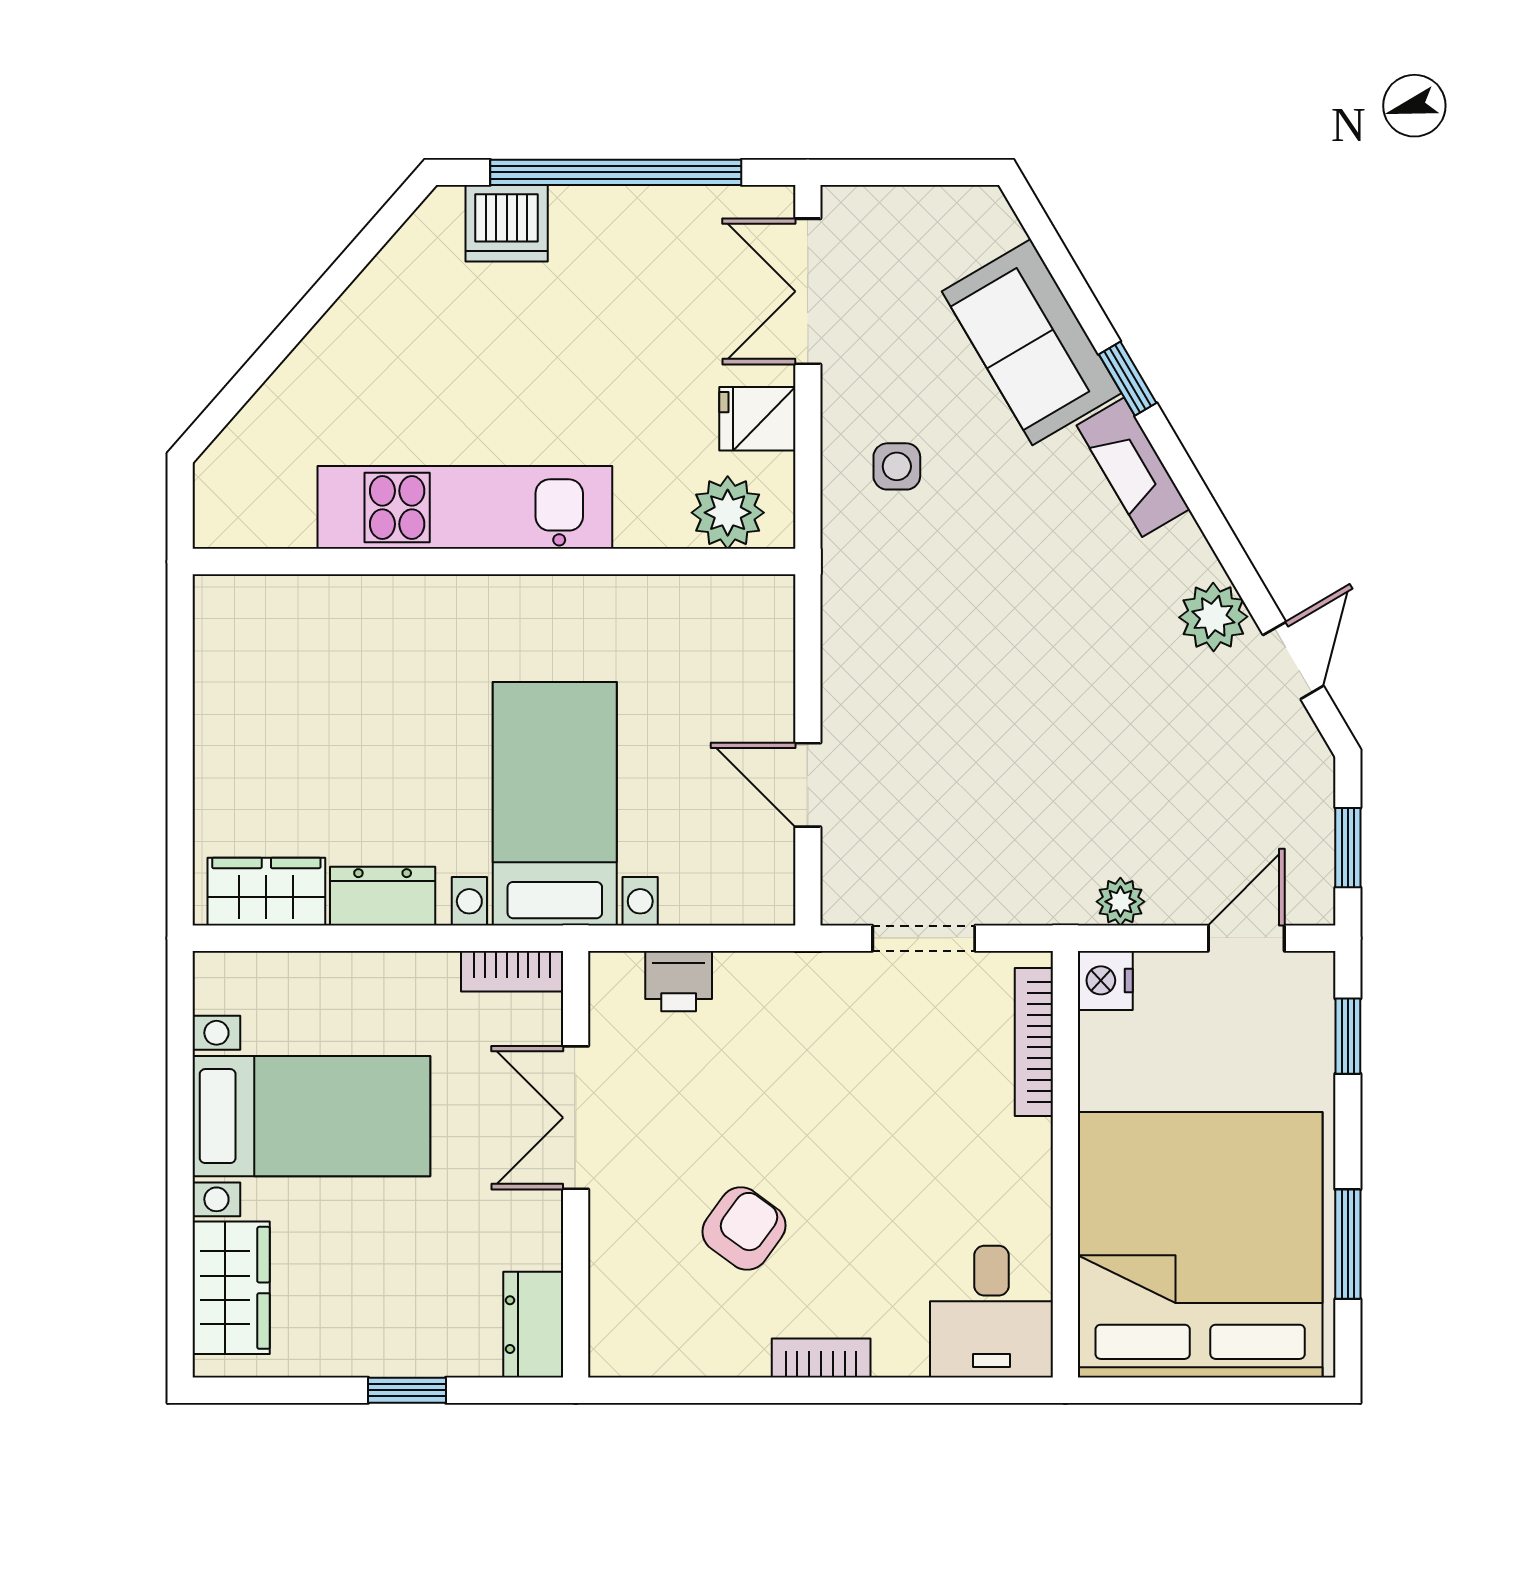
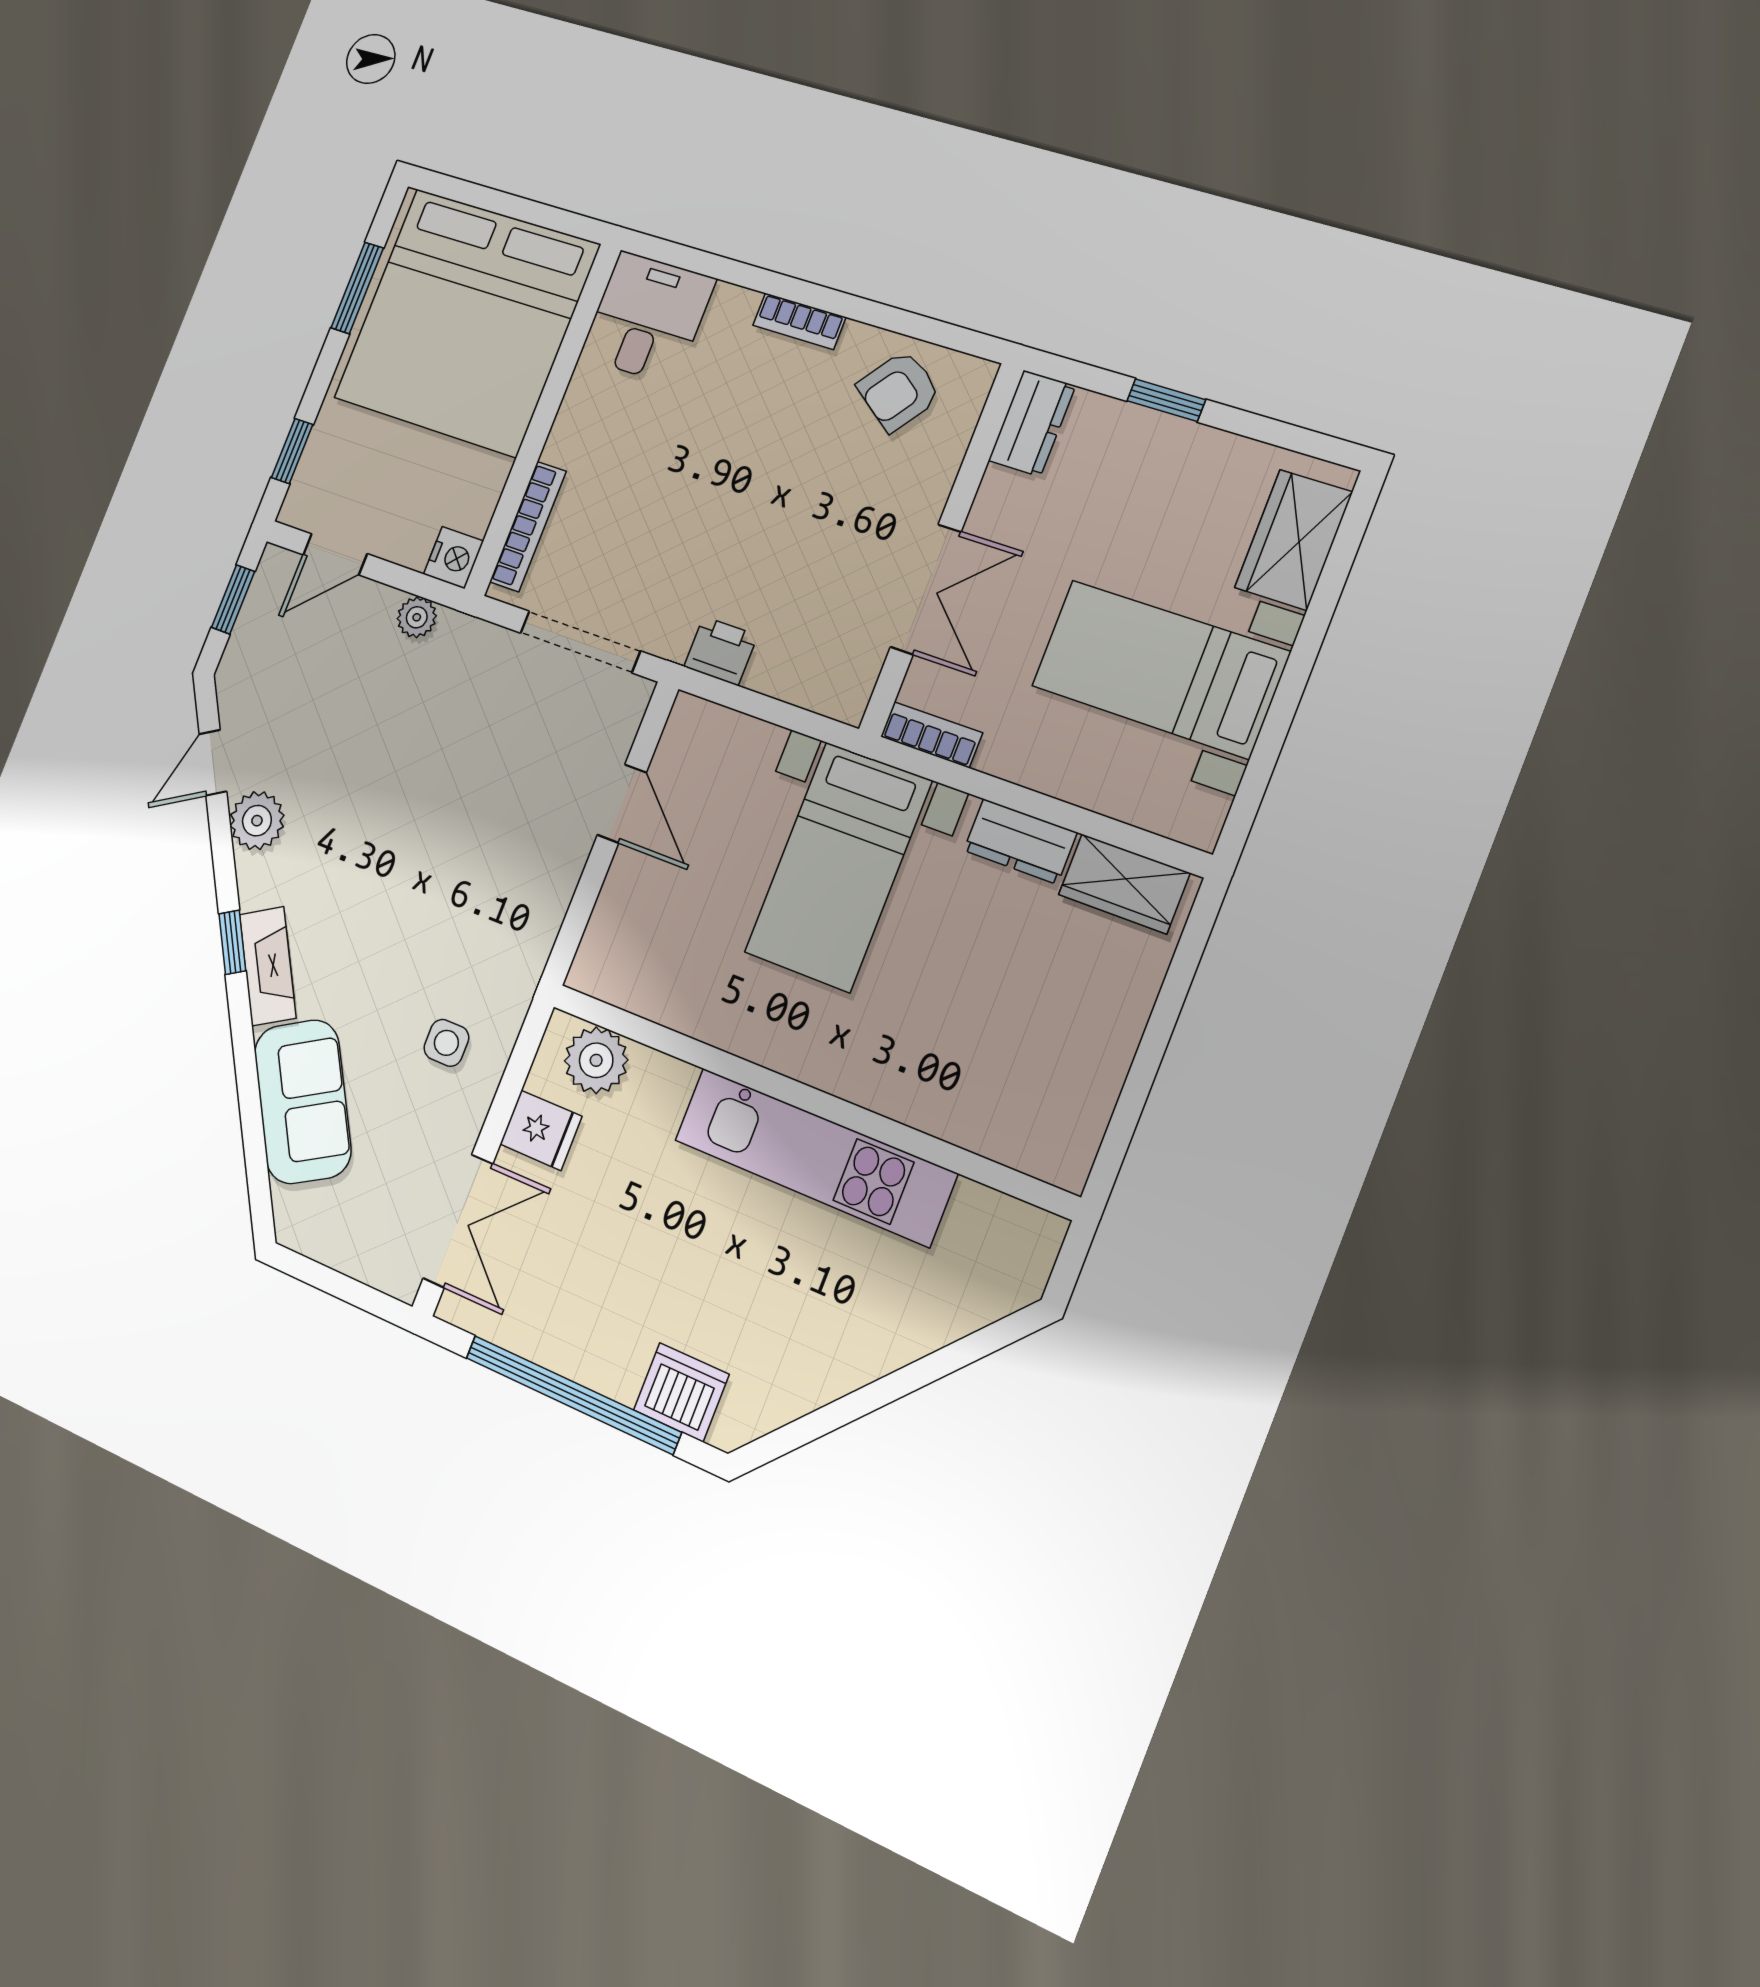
window: (1128, 379) -> (232, 942), moved
doorway: (924, 938) -> (580, 642), width x1.38
printer: (679, 981) -> (721, 651), moved
armchair: (744, 1228) -> (899, 391), moved

